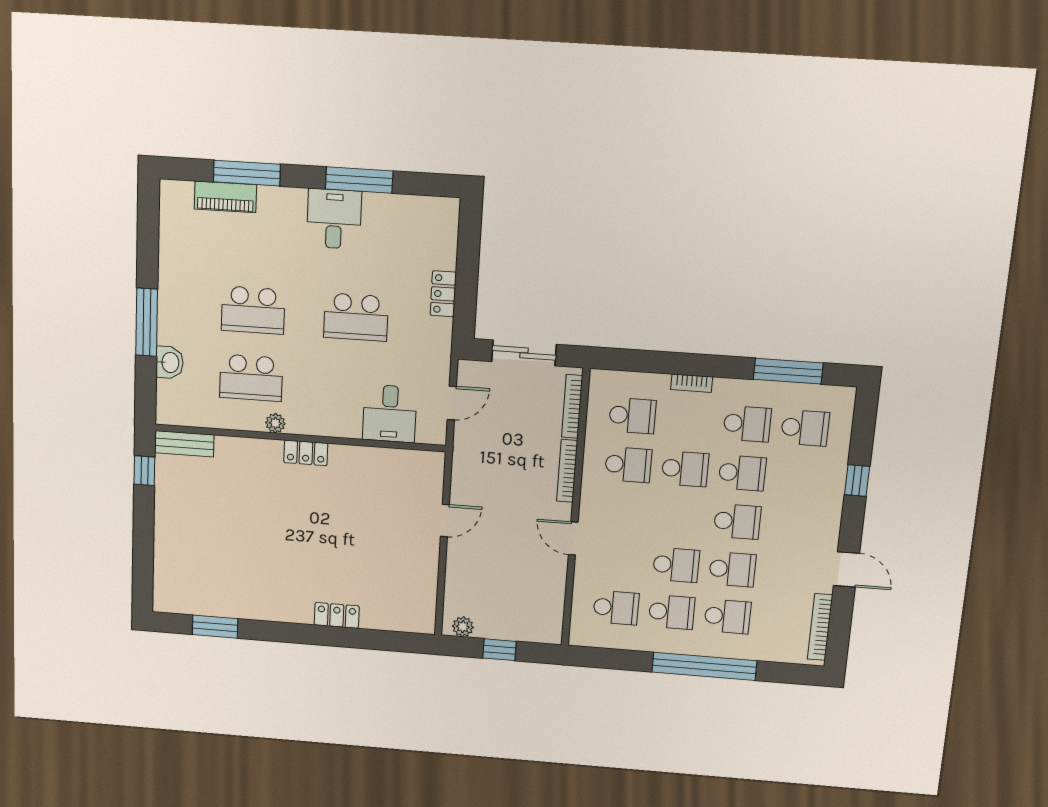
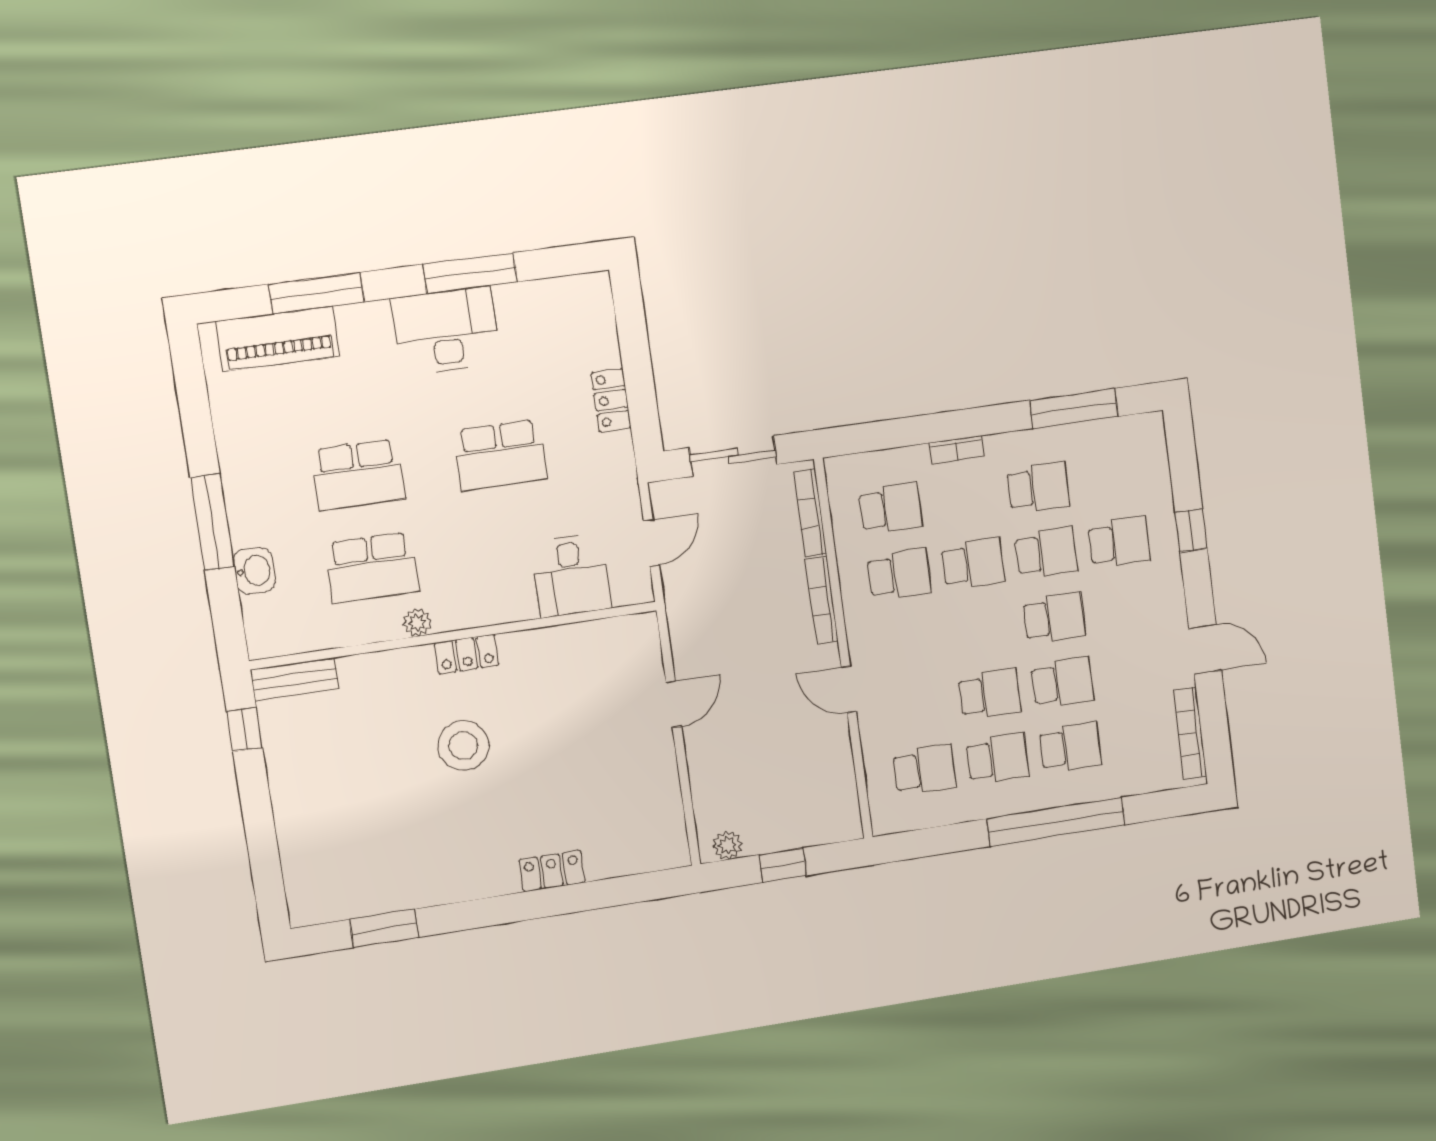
piano: (225, 197) -> (278, 339), width x1.37, depth x1.33
desk: (334, 219) -> (446, 331), width x1.37
school desk: (805, 428) -> (1119, 542), moved
stool: (292, 516) -> (463, 746), added

